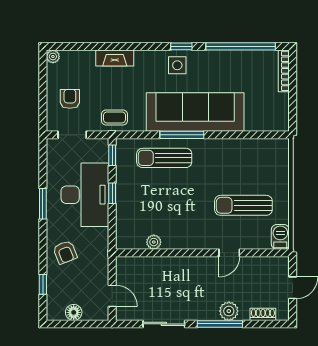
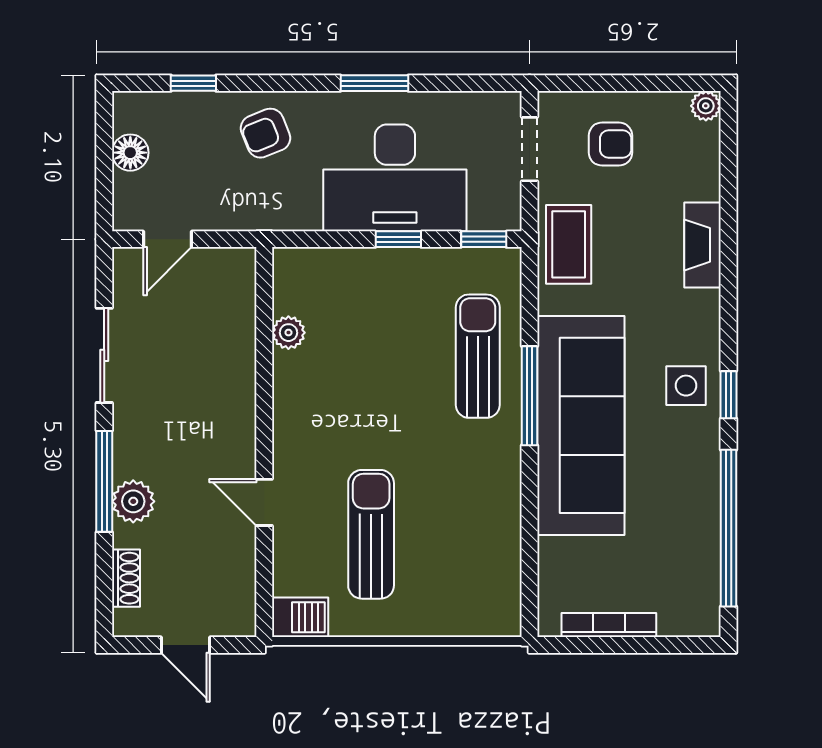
bookcase: (284, 71) -> (609, 625), moved
coffee table: (114, 117) -> (569, 244), width x1.36, depth x1.30

